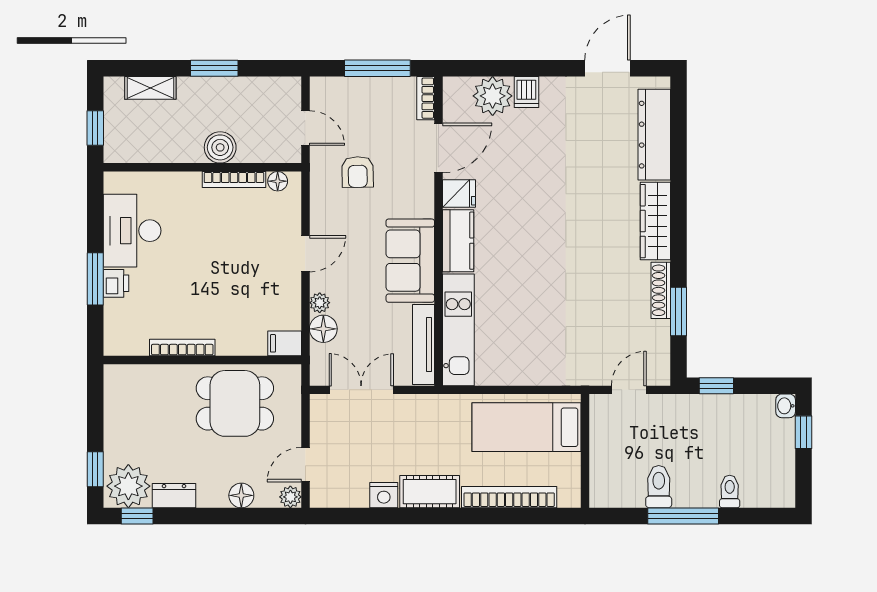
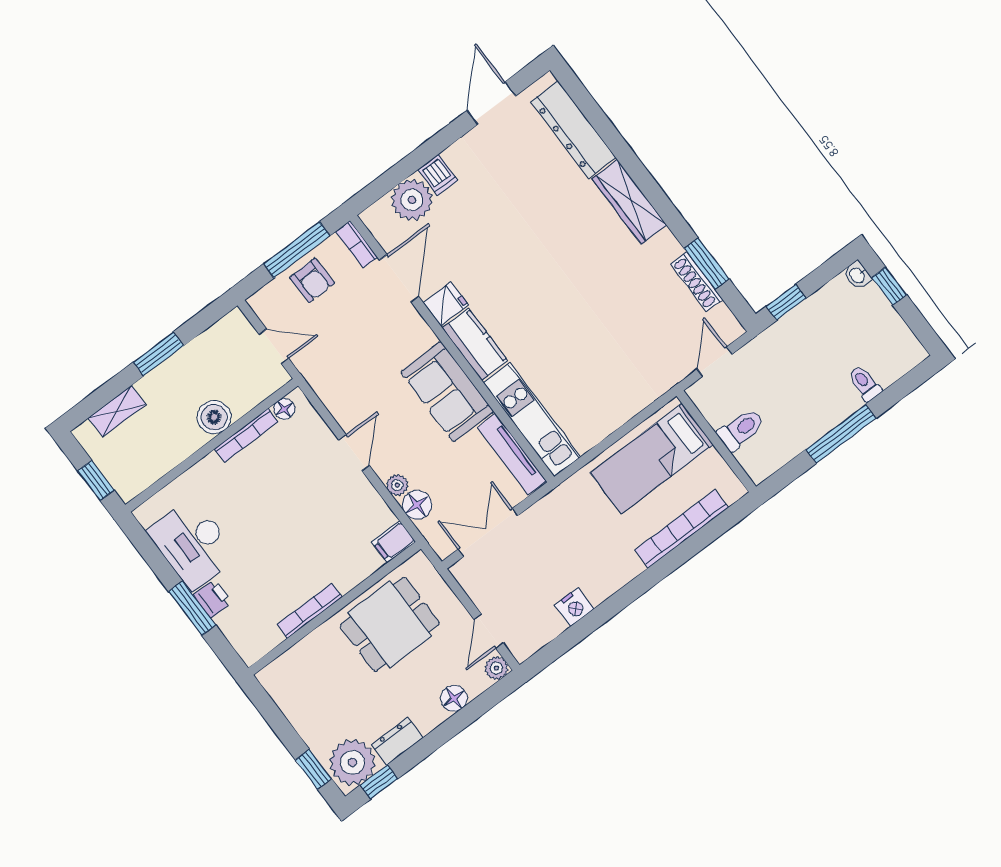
armchair: (358, 172) -> (312, 280), moved
shoe rack: (661, 290) -> (697, 282), moved
toilet: (659, 487) -> (741, 429), moved, turned 90
cot: (430, 492) -> (611, 575), removed

